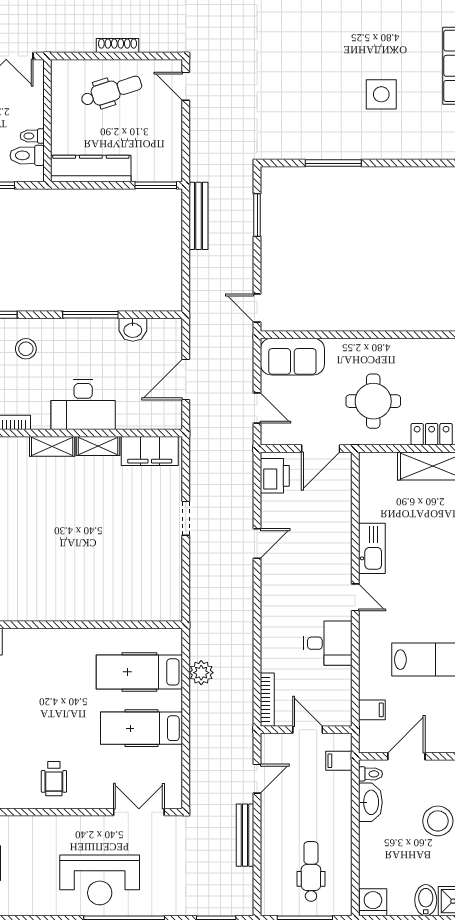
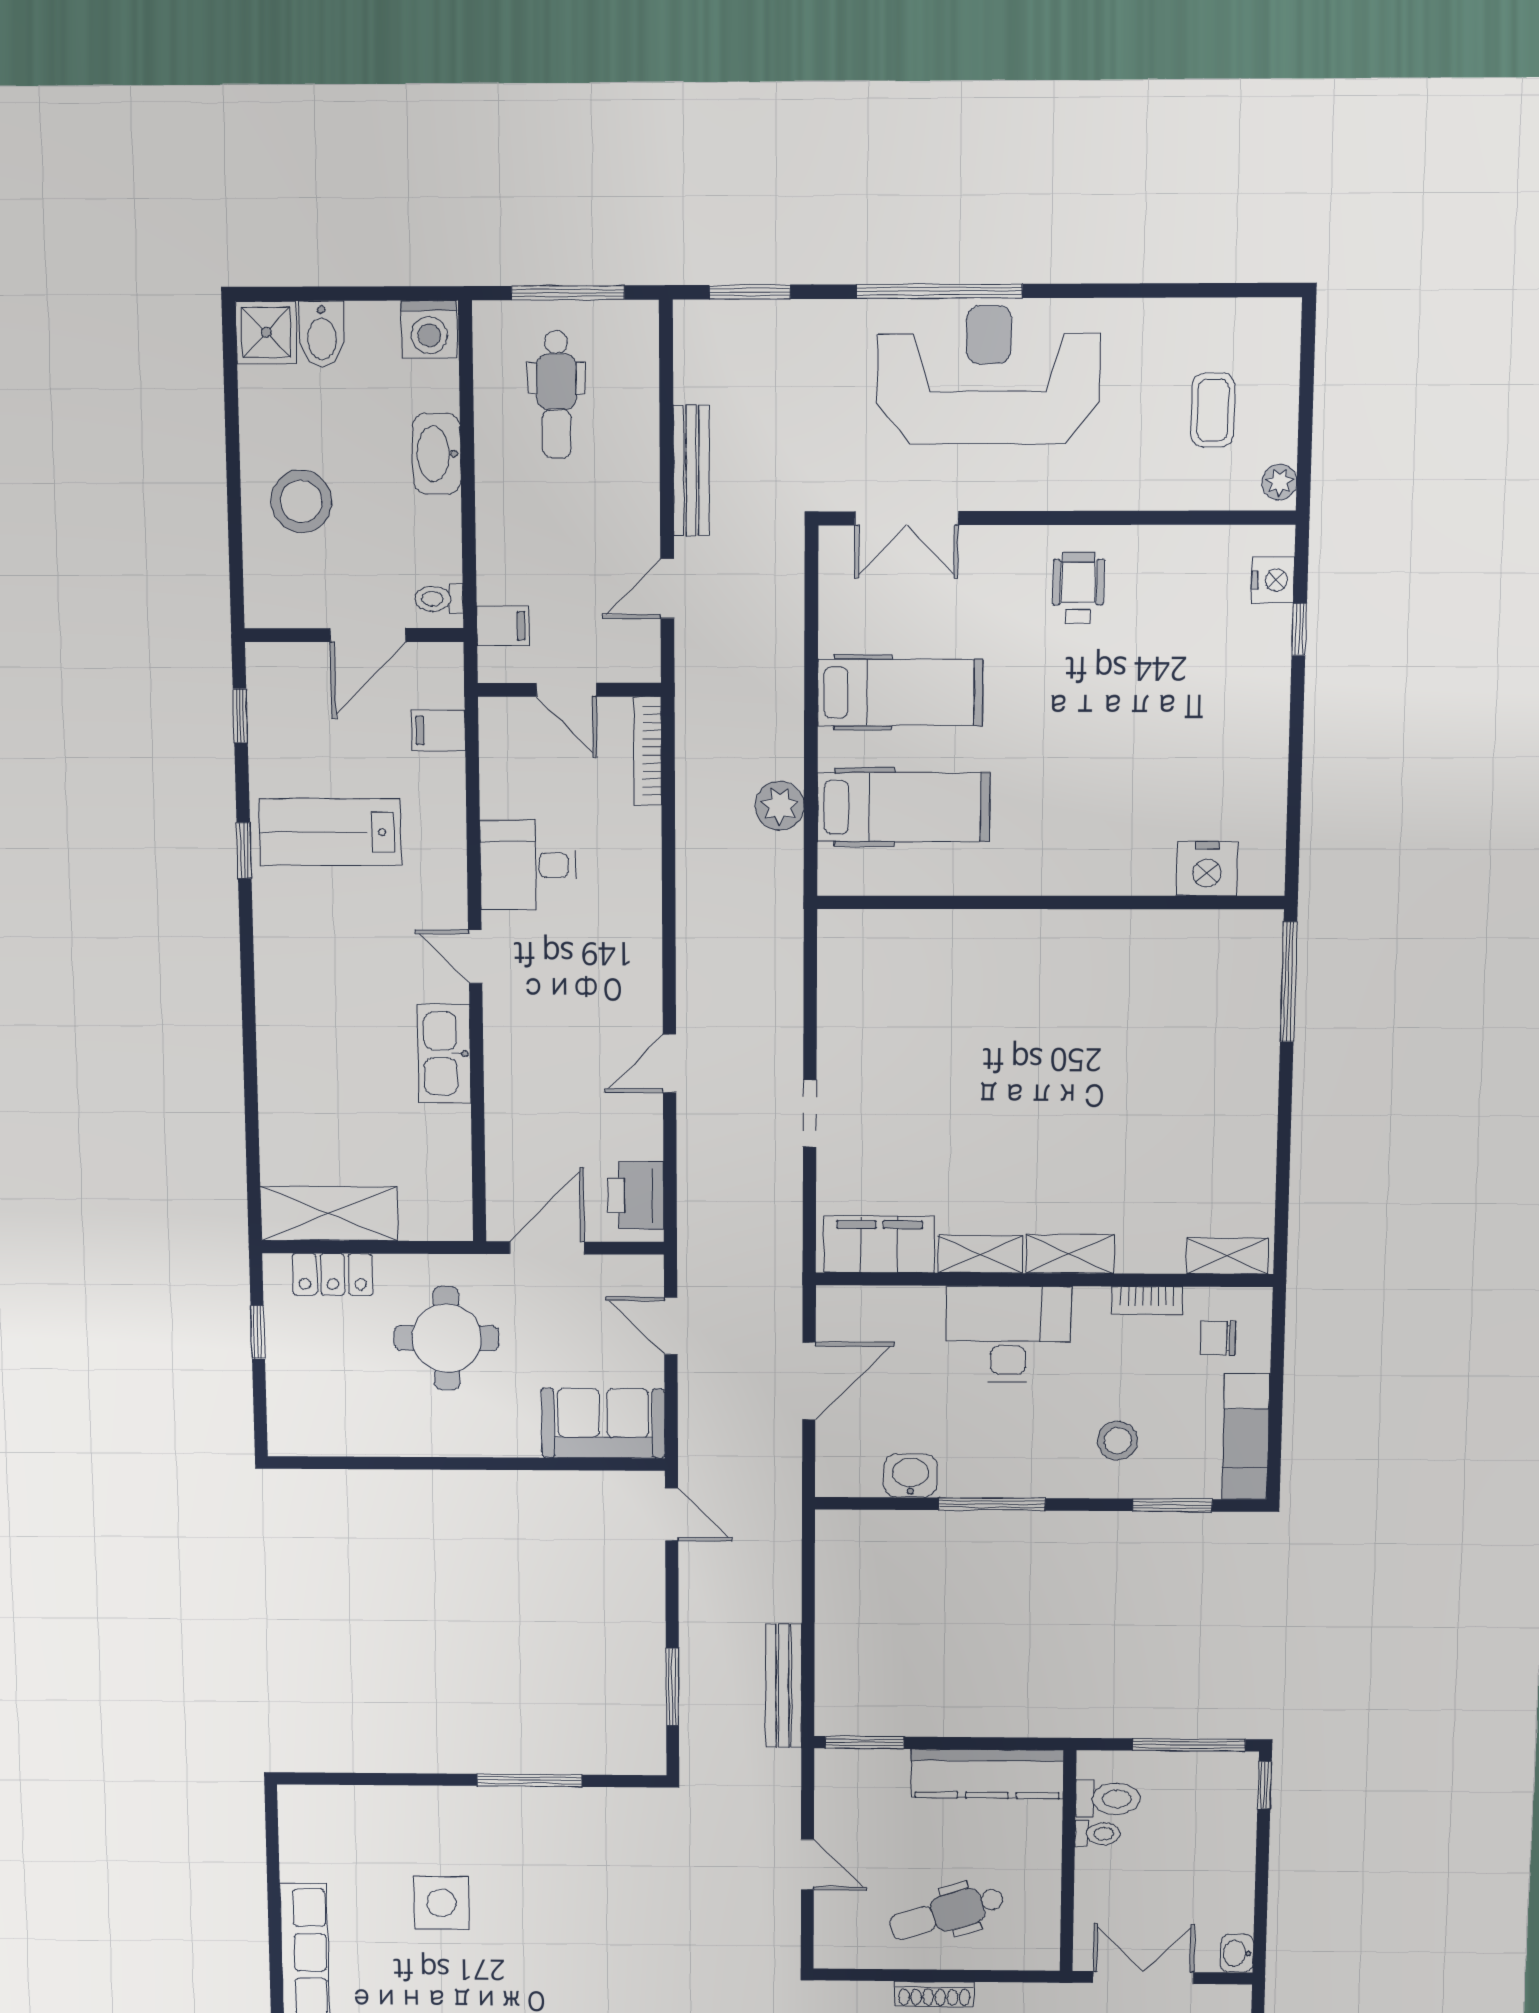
door: (186, 86) -> (807, 1865), moved
washbasin: (370, 802) -> (437, 454), moved
reception desk: (100, 880) -> (988, 375), width x1.36, depth x1.30

